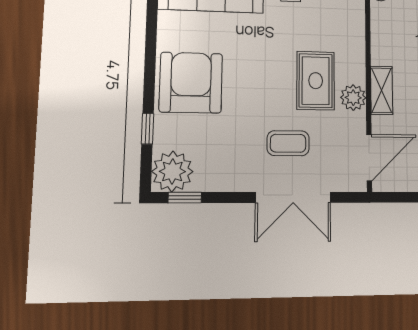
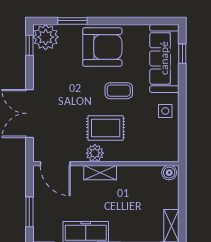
window: (148, 129) -> (72, 21), width x1.50
coffee table: (288, 143) -> (119, 91), moved, turned 90

